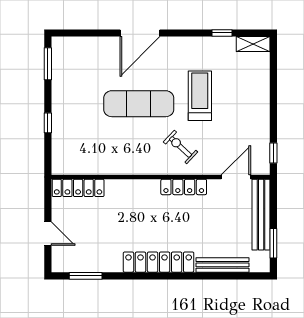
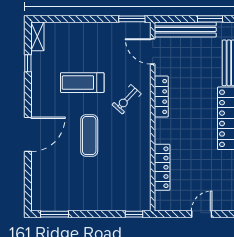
door: (140, 33) -> (28, 134), hinge flipped
exercise mat: (139, 104) -> (89, 135), width x0.73, depth x0.69
window: (48, 123) -> (134, 214), moved
window: (273, 153) -> (132, 19), width x1.50
locker: (78, 188) -> (162, 167), moved

